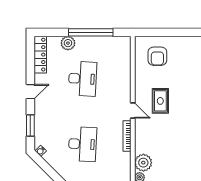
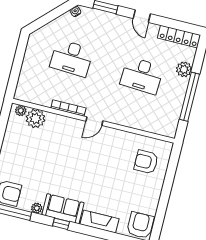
rug: (160, 101) -> (97, 153), removed

